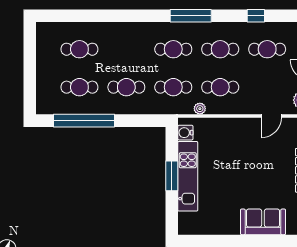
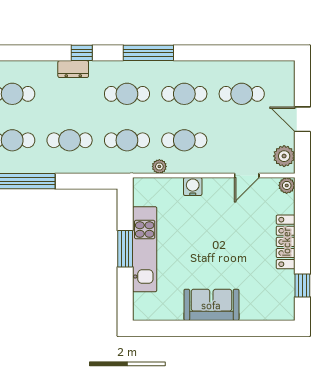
window: (256, 16) -> (82, 53), moved
dresser: (129, 29) -> (73, 69), added
water cooler: (185, 133) -> (193, 187), moved, turned 90
sofa: (263, 222) -> (211, 305), moved

